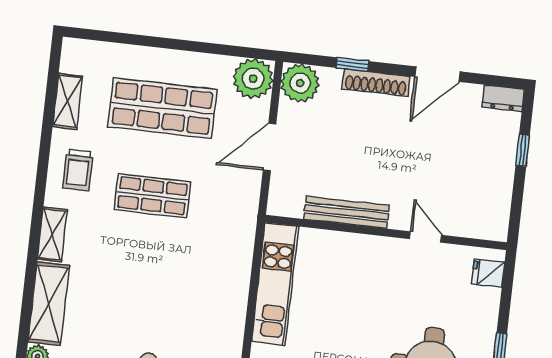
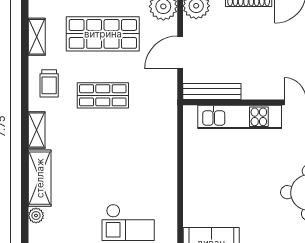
bench: (347, 212) -> (212, 91), moved
kitchen unit: (275, 284) -> (240, 117), moved, turned 90

